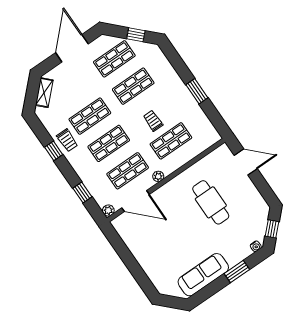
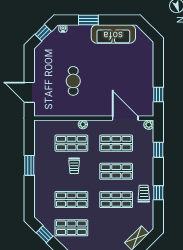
plant: (158, 176) -> (83, 124), moved
cafe table: (211, 202) -> (73, 81), width x0.73, depth x0.74
window: (119, 246) -> (158, 95), added

